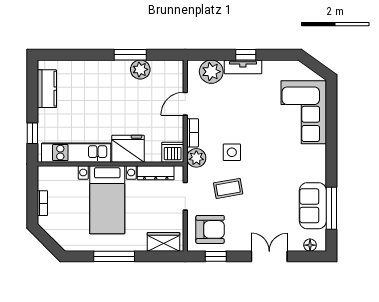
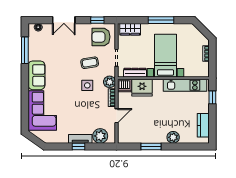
plant: (140, 69) -> (173, 137), moved
fridge: (128, 149) -> (142, 88), moved
sofa: (313, 206) -> (36, 75), moved

